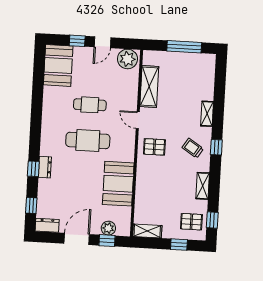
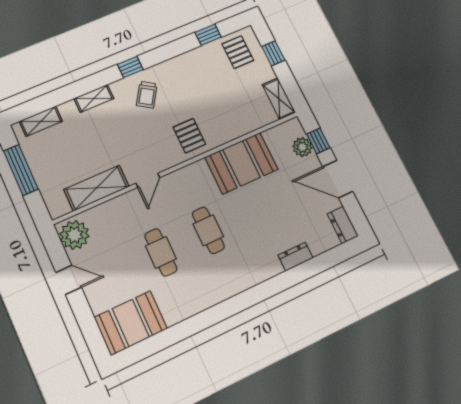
window: (77, 41) -> (84, 315), removed
cafe table: (88, 140) -> (208, 230), width x0.73, depth x0.74
pallet: (154, 147) -> (189, 136), moved
dresser: (45, 167) -> (296, 257), moved
window: (33, 169) -> (283, 281), removed
shelving: (203, 186) -> (41, 121), moved
window: (31, 205) -> (330, 259), removed
window: (212, 220) -> (208, 35), moved

